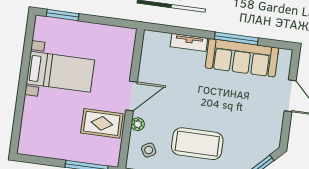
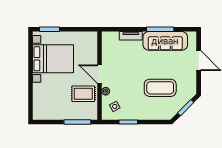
bed with nightstands: (60, 72) -> (53, 59), width x1.36
door: (131, 96) -> (99, 74), swing flipped
coffee table: (197, 144) -> (160, 88), moved

